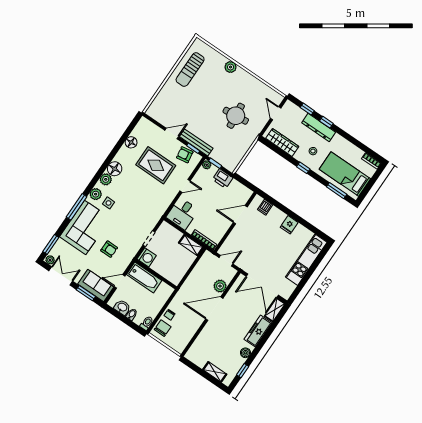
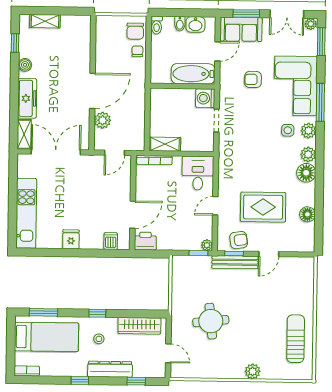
window: (326, 122) -> (80, 380), moved
printer: (223, 179) -> (145, 241), moved

